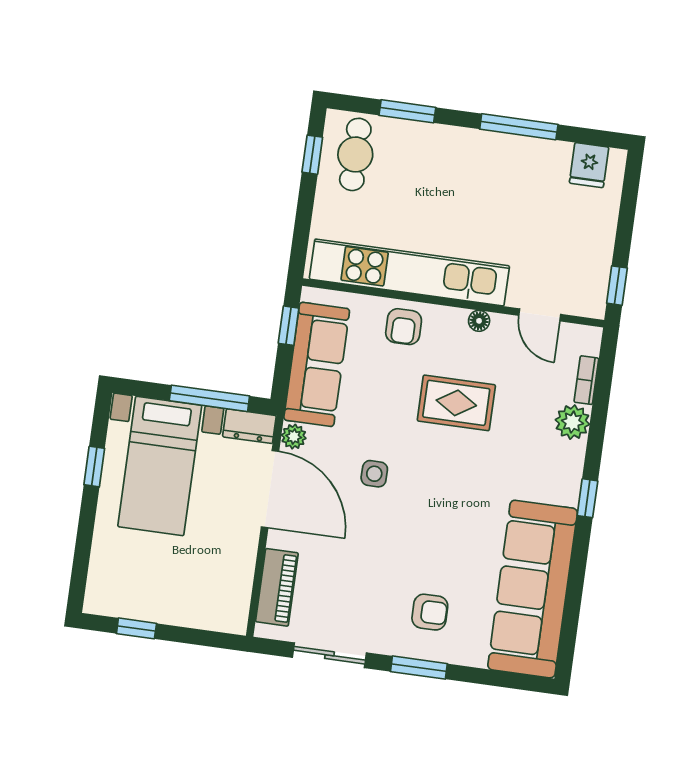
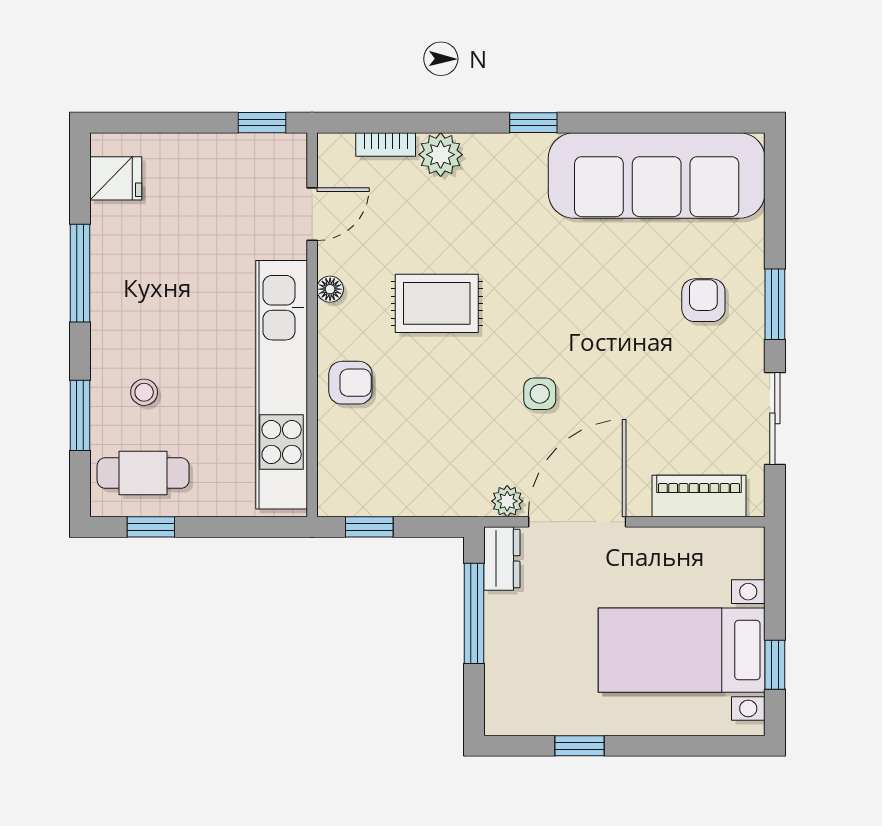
stool: (419, 164) -> (144, 392), added
sofa: (317, 364) -> (413, 485), removed
rug: (456, 403) -> (437, 303), turned 90
bed with nightstands: (160, 466) -> (682, 650), moved, turned 180

